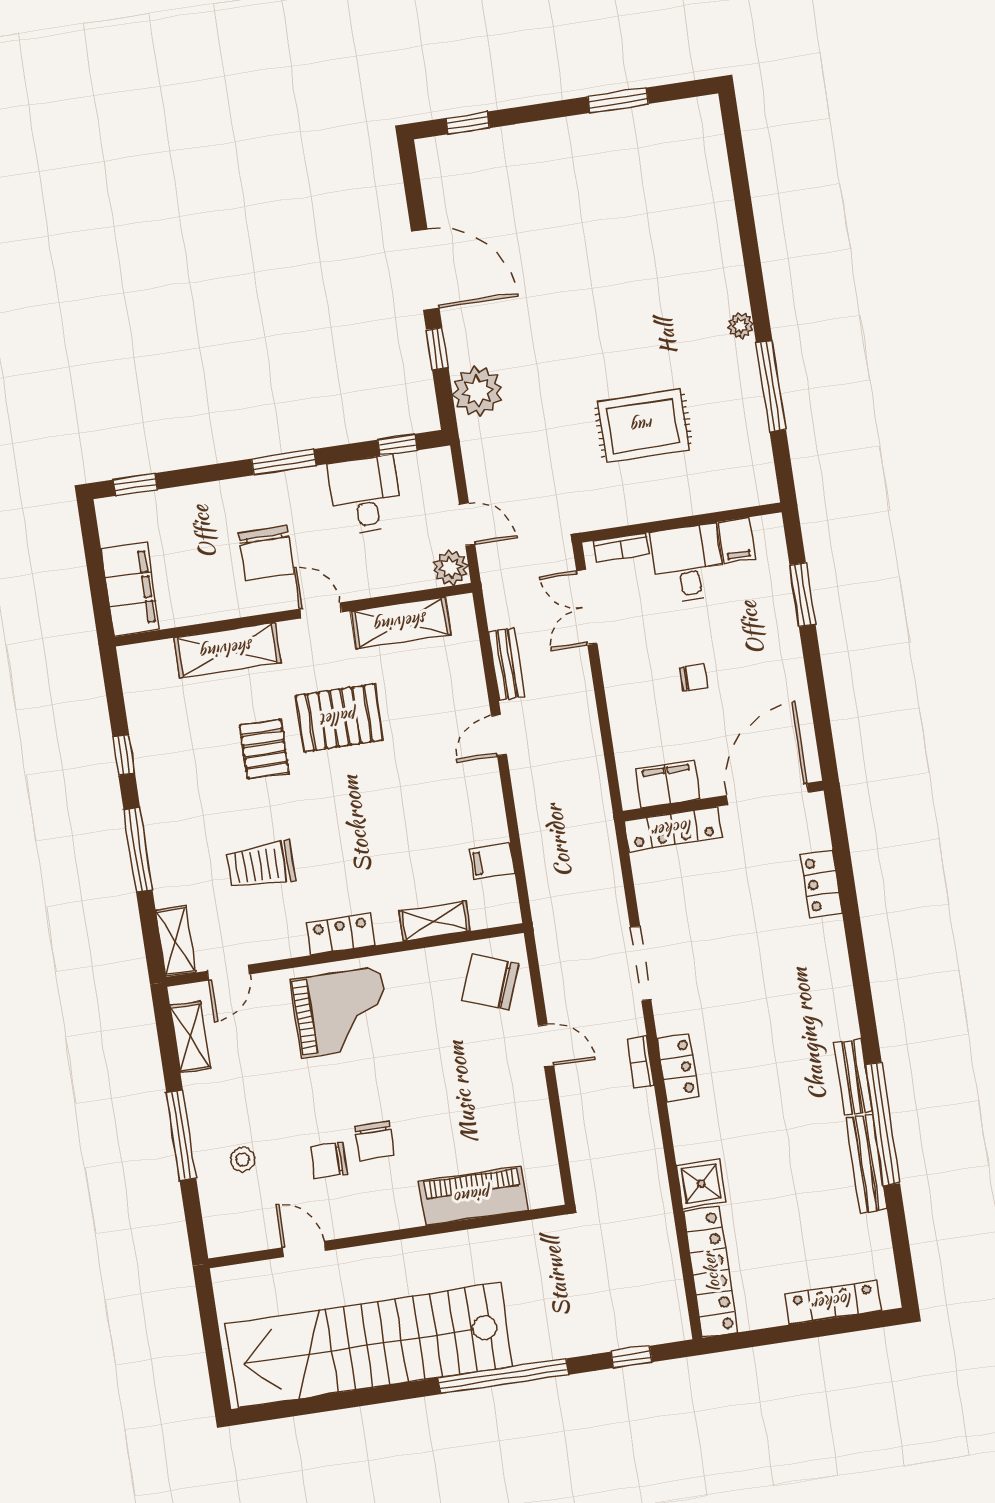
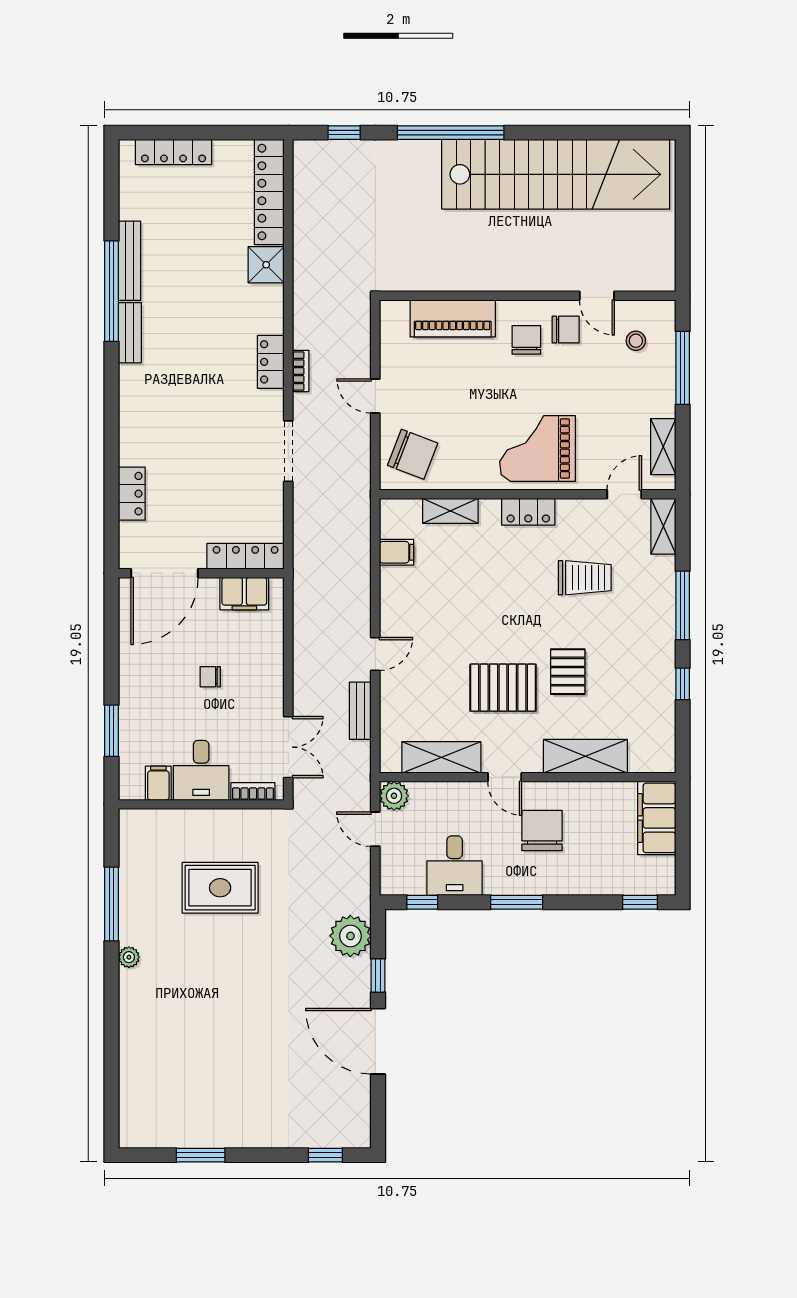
piano: (473, 1196) -> (453, 318), moved
wall: (387, 1236) -> (528, 296), moved
door: (304, 1249) -> (597, 296), moved

